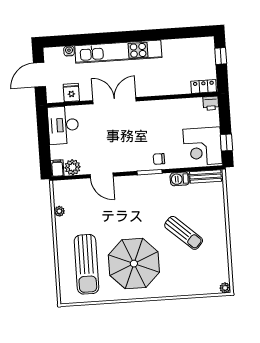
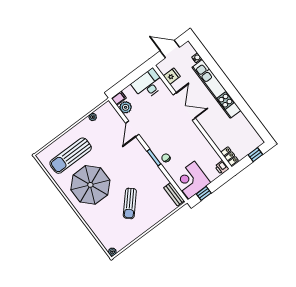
barbecue: (180, 179) -> (162, 179), removed

